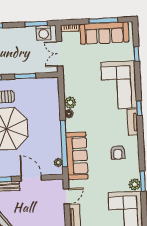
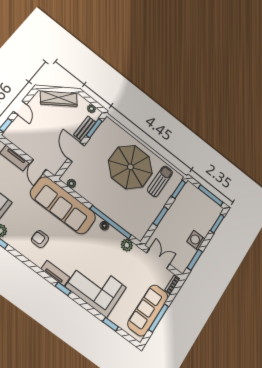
washing machine: (44, 33) -> (196, 240), moved
plant: (70, 103) -> (127, 245), moved
window: (64, 144) -> (111, 222), moved
sofa: (77, 156) -> (63, 205), width x1.36, depth x1.27
door: (31, 178) -> (76, 152), swing flipped

